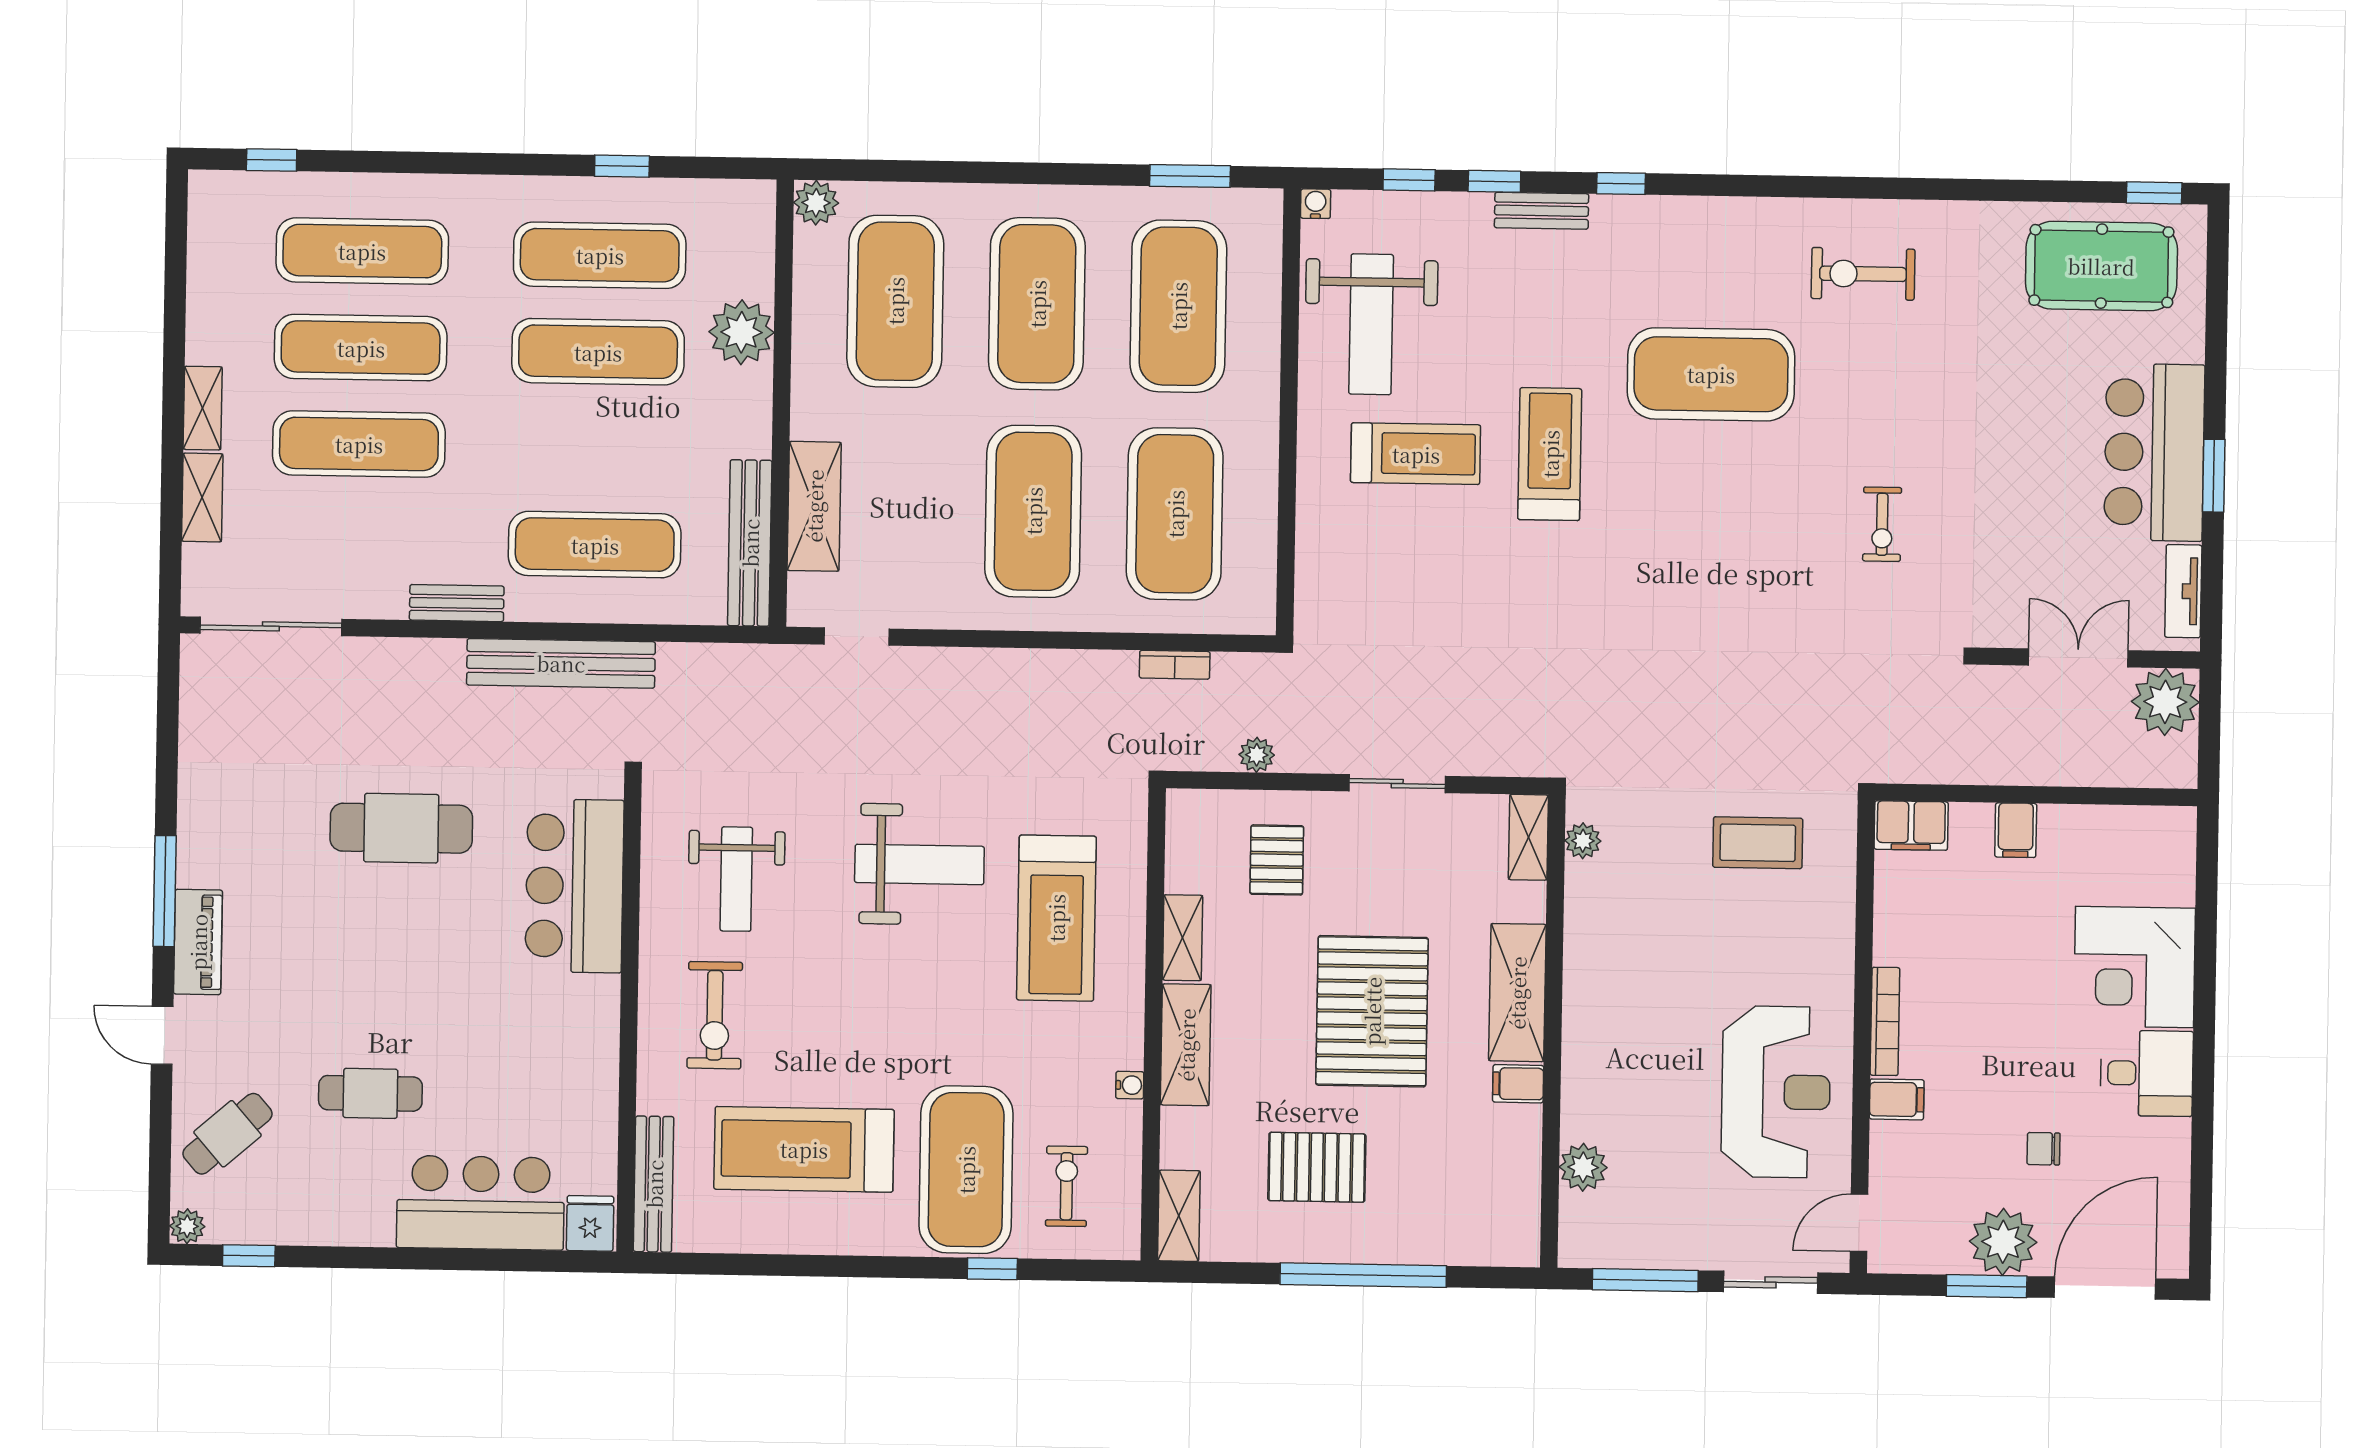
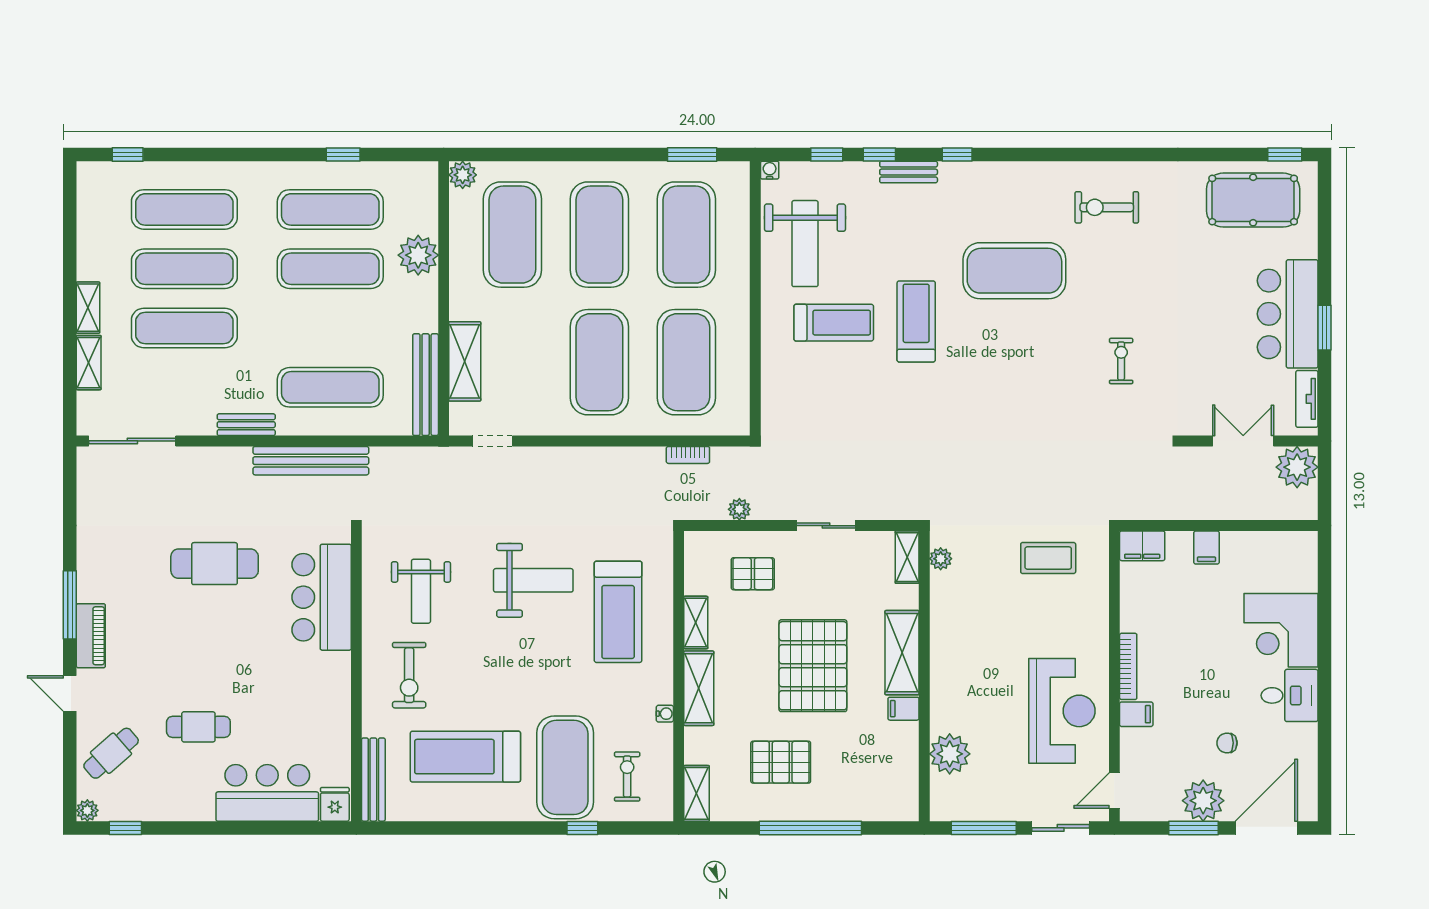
exercise bike: (1882, 524) -> (1121, 361), turned 180
pallet: (1277, 860) -> (753, 574), turned 90
plant: (1583, 1167) -> (950, 754), width x1.36, depth x1.36

